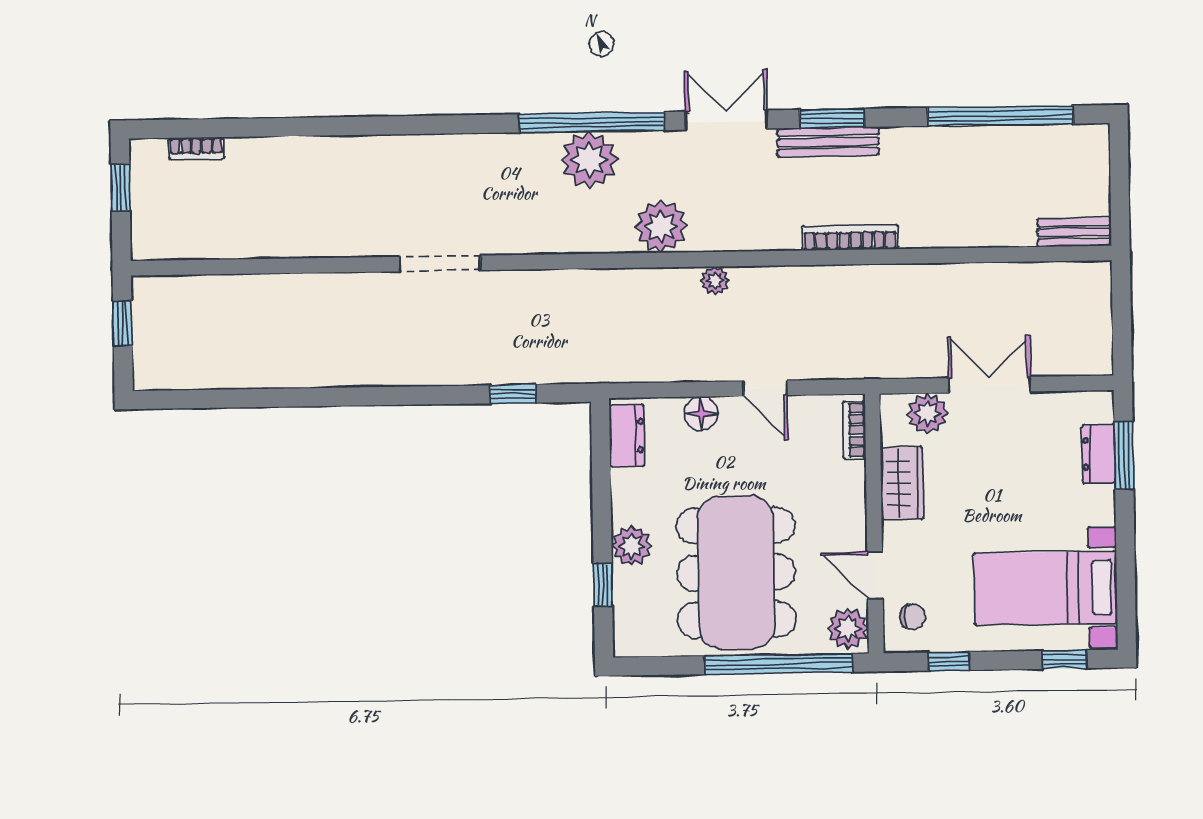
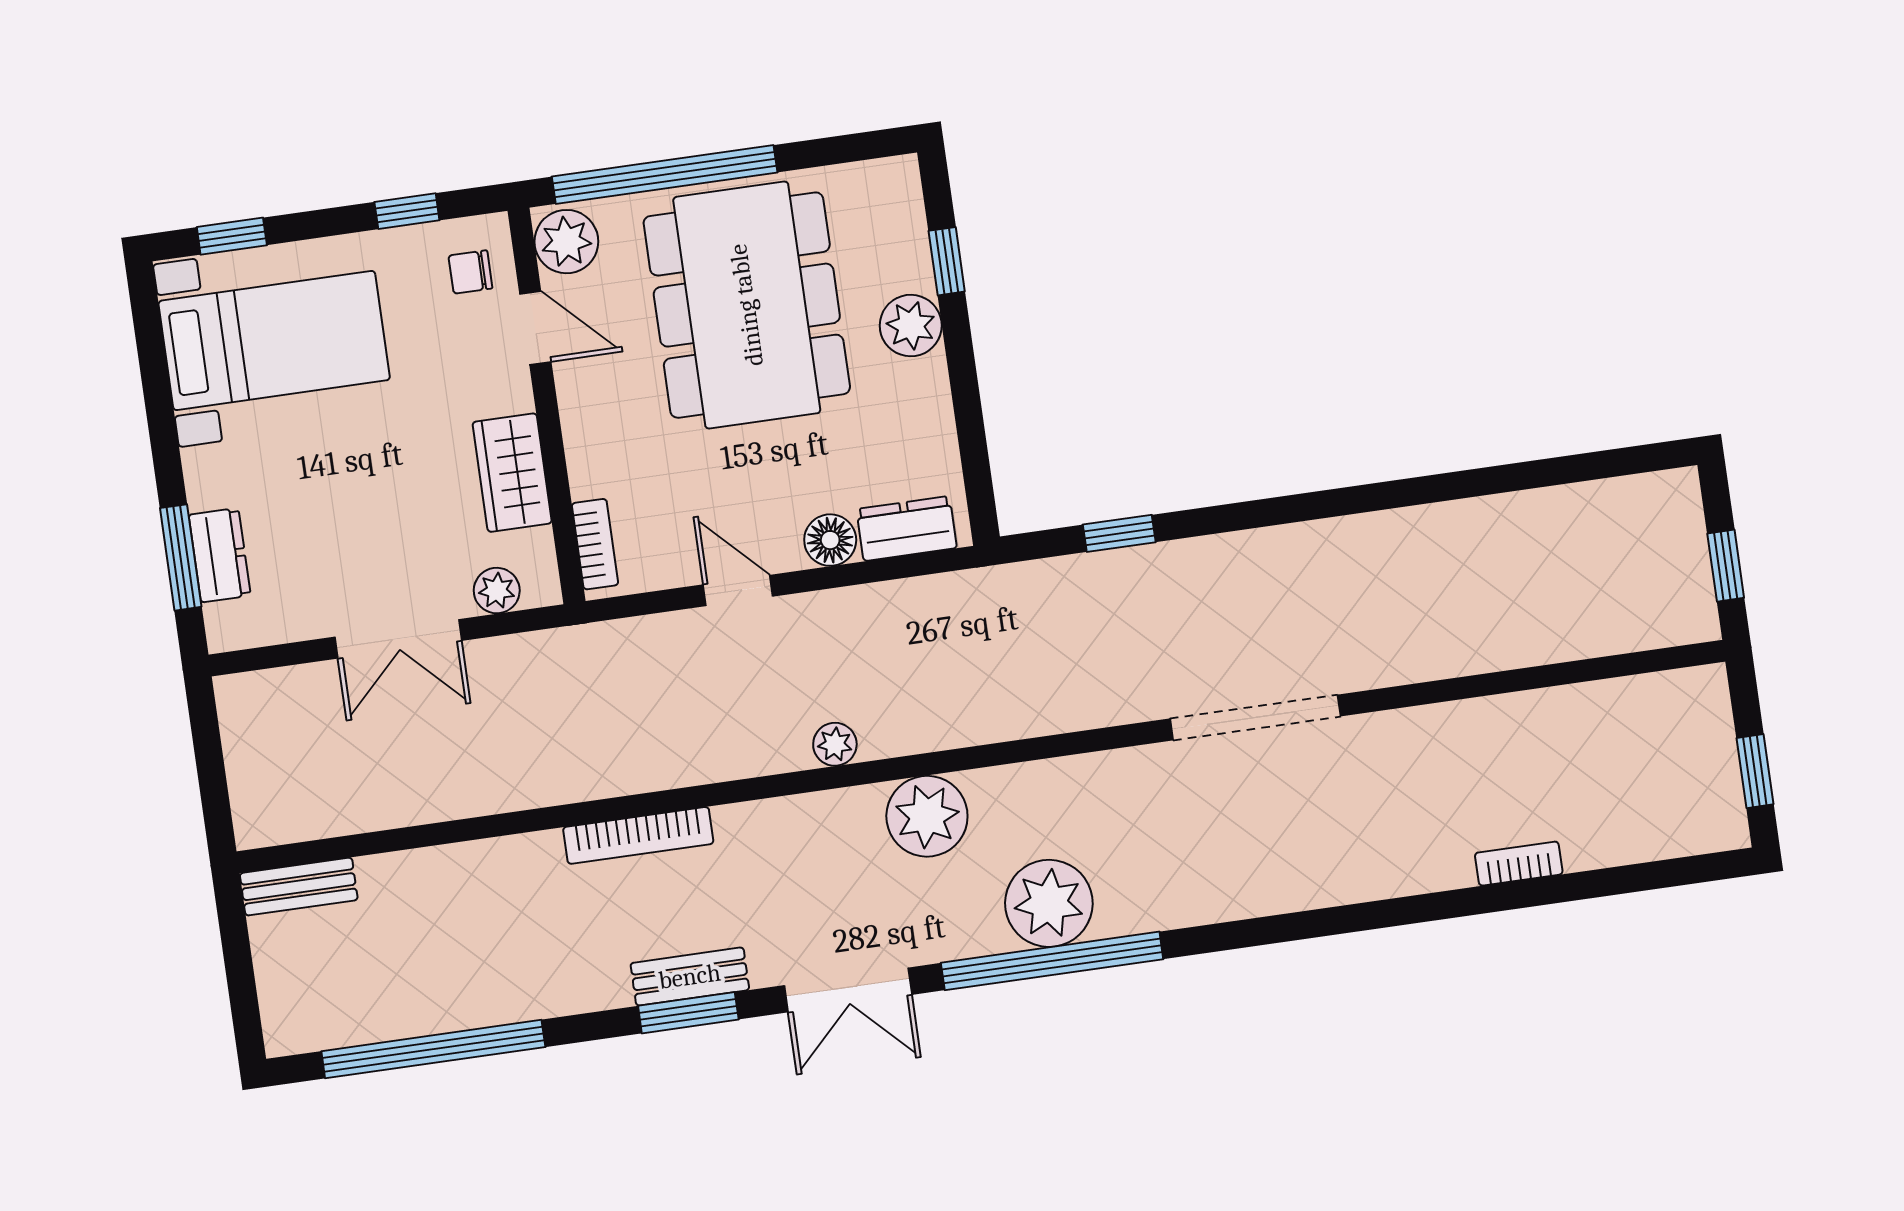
bench: (828, 142) -> (690, 977), width x0.73
bookcase: (196, 148) -> (1519, 864), moved
doorway: (440, 263) -> (1255, 717), width x1.36
plant: (927, 413) -> (497, 591), width x0.73, depth x0.73
dresser: (627, 436) -> (907, 529), moved, turned 90

